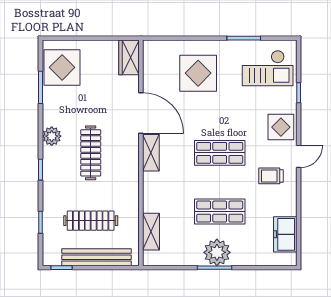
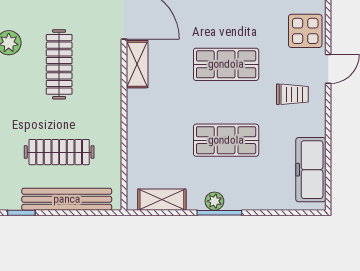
trolley: (271, 176) -> (292, 94), turned 180
shelving: (151, 232) -> (162, 200), moved, turned 90
freezer: (285, 234) -> (311, 170), width x1.40
plant: (217, 252) -> (214, 201), width x0.53, depth x0.53

